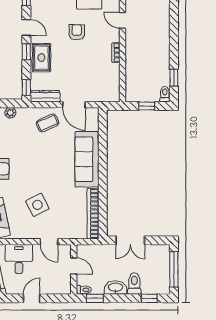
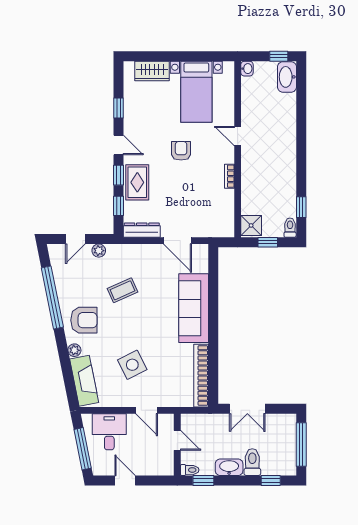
window: (26, 87) -> (118, 206), moved
shower: (133, 92) -> (251, 225), added
coffee table: (48, 123) -> (123, 290), moved
door: (32, 298) -> (125, 480), hinge flipped

